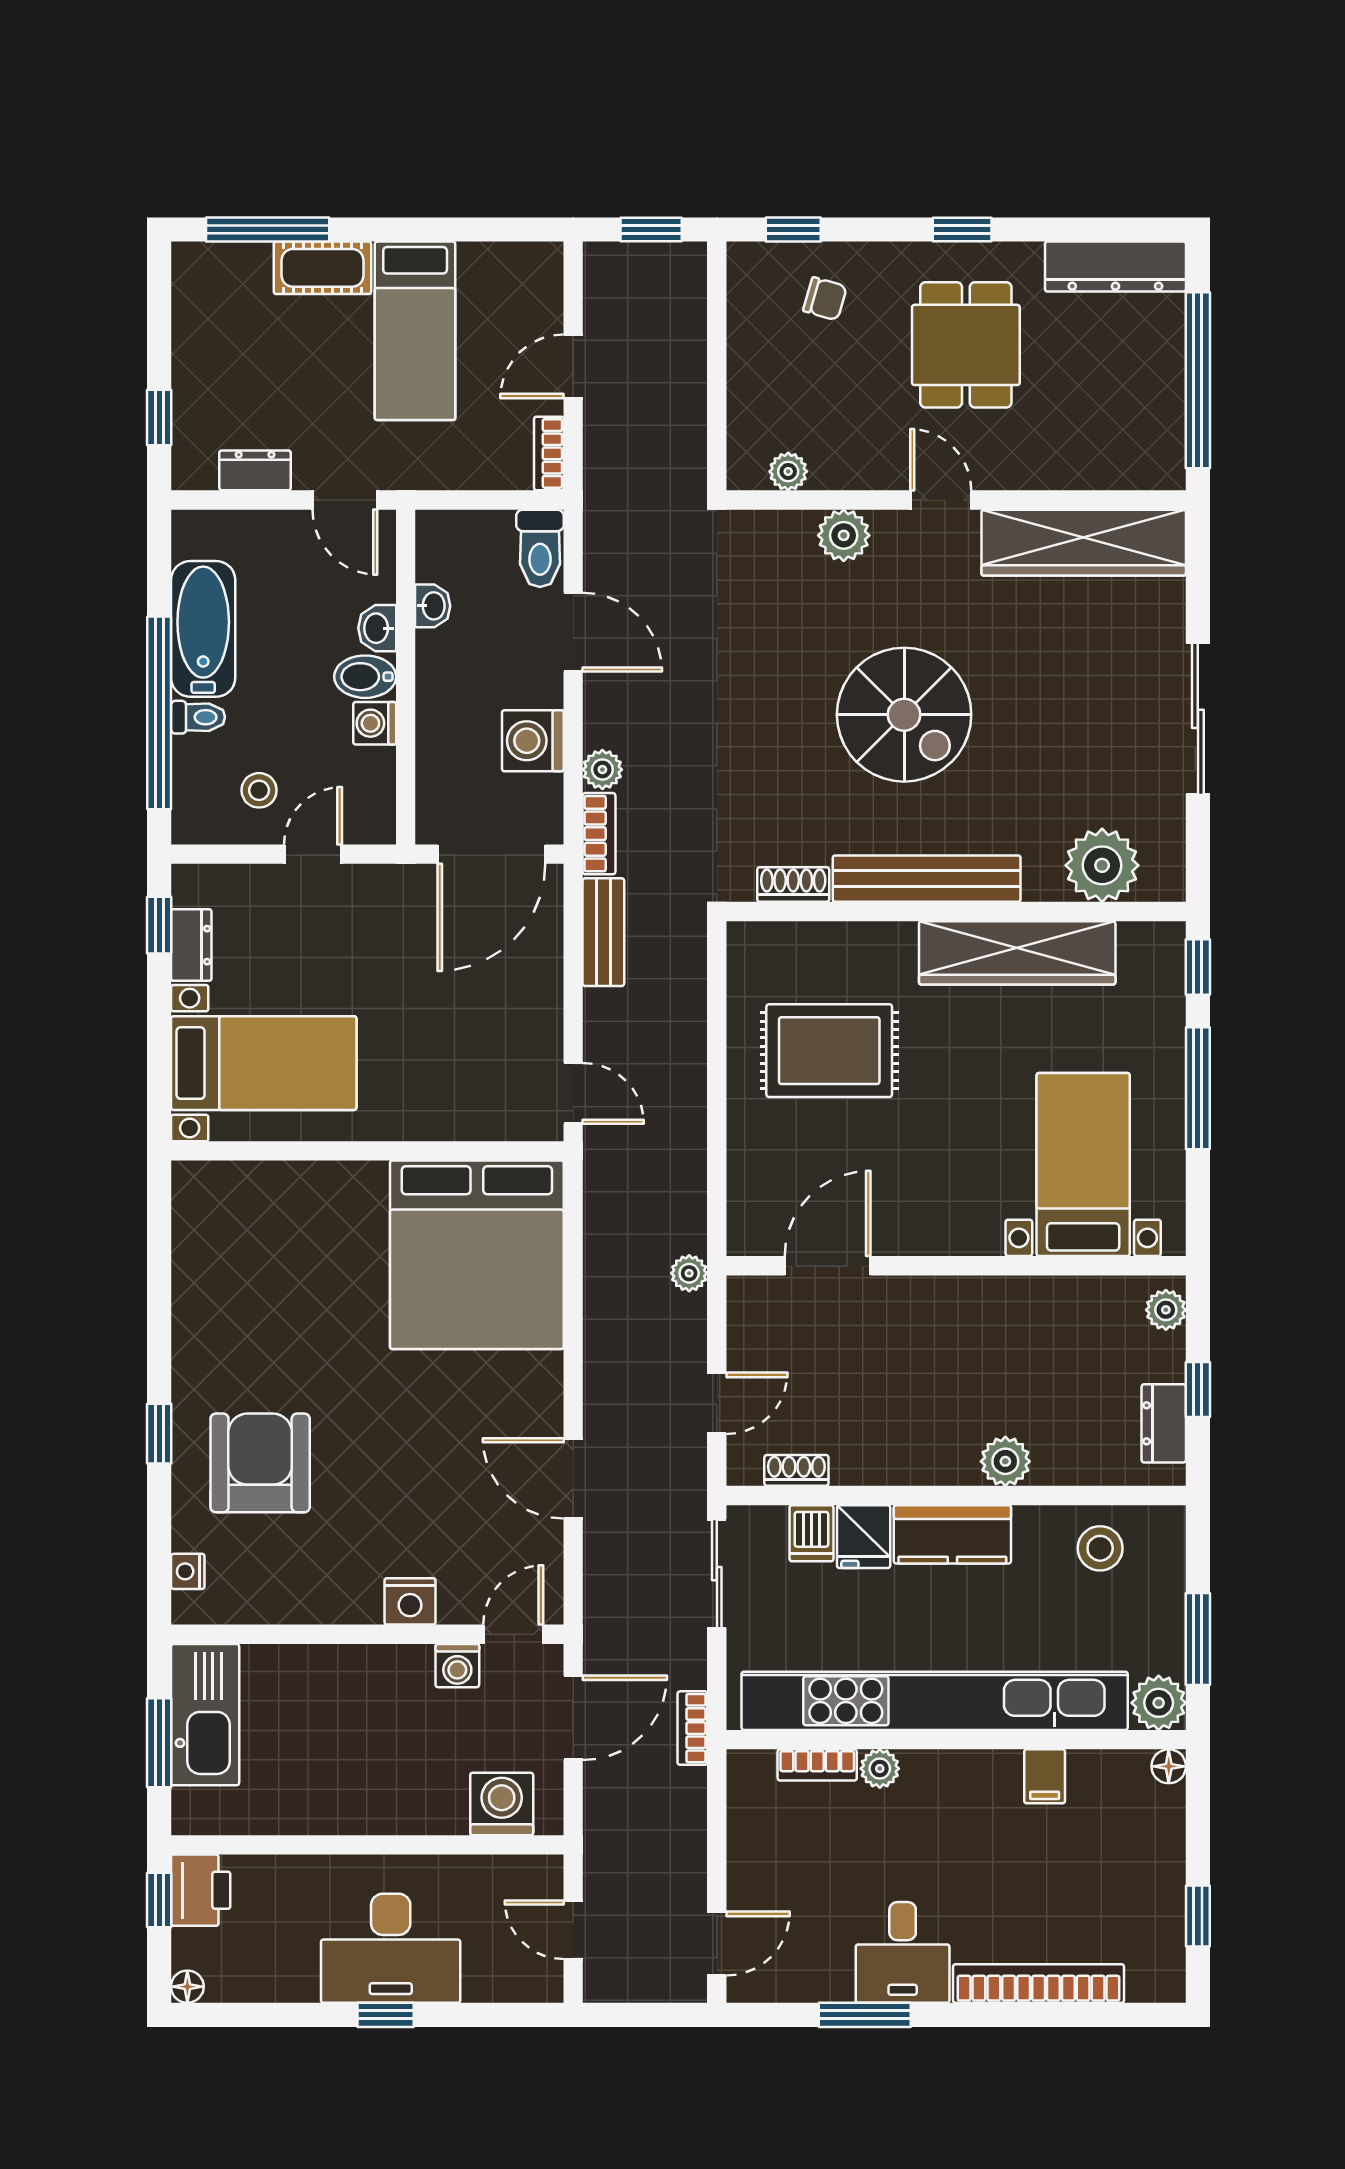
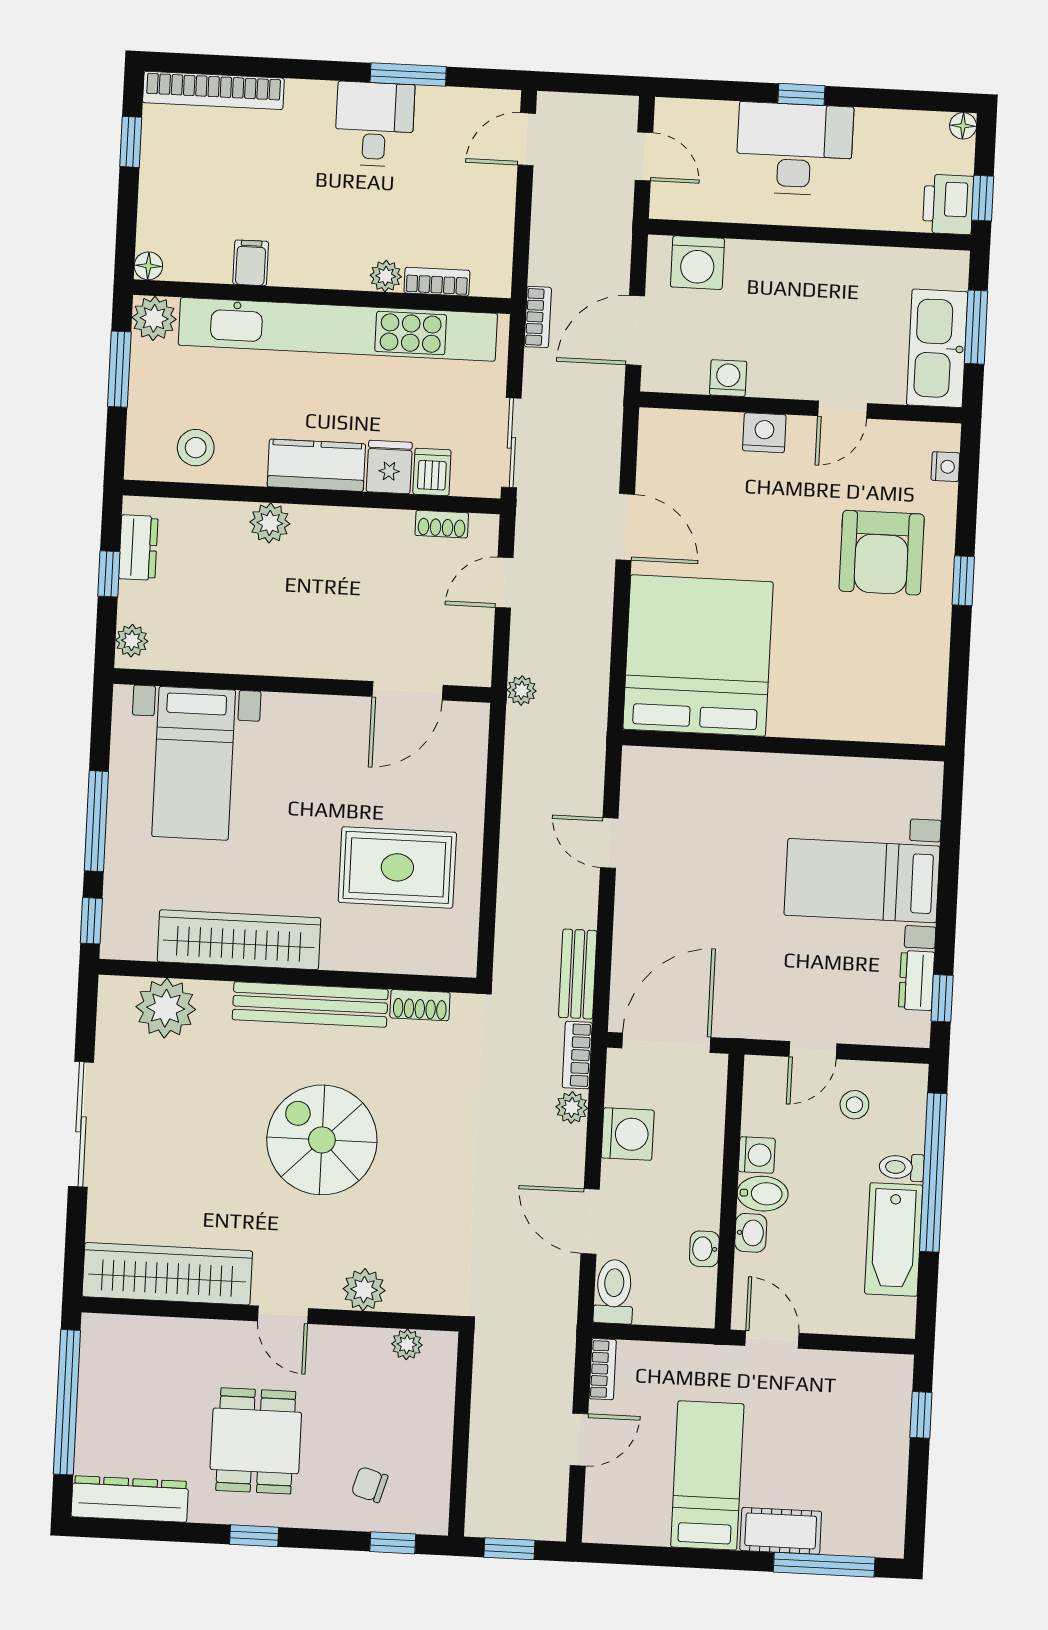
dresser: (255, 470) -> (844, 1368), removed
wall: (367, 1151) -> (784, 745), moved
bed: (477, 1255) -> (698, 656), moved
door: (513, 1634) -> (843, 410), moved
bookcase: (1039, 1983) -> (213, 90), moved

